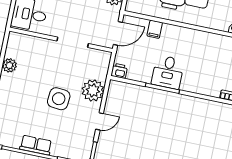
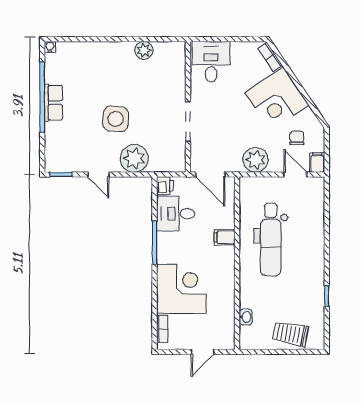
filing cabinet: (155, 29) -> (225, 237), moved
desk: (168, 72) -> (176, 214), moved
corner desk: (203, 75) -> (181, 289), added

